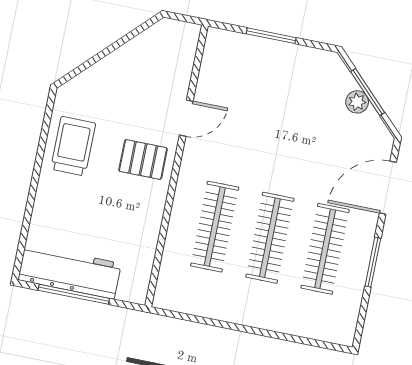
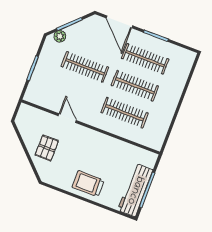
plant: (357, 102) -> (60, 36), moved
clothes rail: (290, 136) -> (85, 67), added
trolley: (73, 146) -> (88, 184), moved
pallet: (143, 160) -> (47, 148), moved

